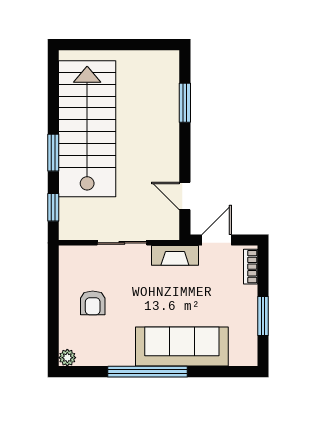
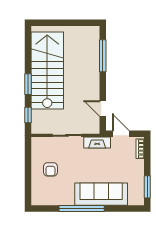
window: (185, 103) -> (103, 56), width x1.44
door: (217, 240) -> (121, 134), hinge flipped
window: (263, 316) -> (147, 187), moved
plant: (67, 358) -> (36, 200), removed

